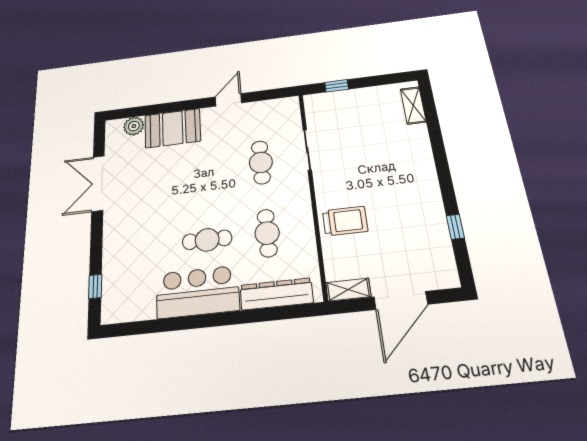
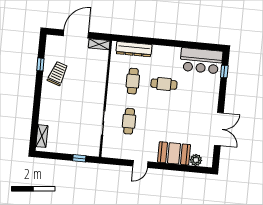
trolley: (345, 221) -> (58, 73), moved, turned 109
bar counter: (198, 292) -> (201, 61), moved

